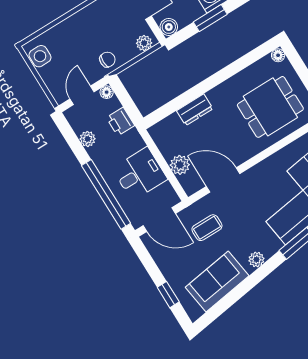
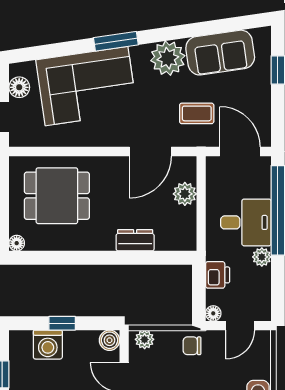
window: (210, 18) -> (62, 323), width x0.67
plant: (88, 139) -> (262, 257), moved
desk: (140, 174) -> (246, 222), moved, turned 180
door: (223, 180) -> (150, 151), hinge flipped
plant: (256, 260) -> (168, 58), width x1.87, depth x1.87

